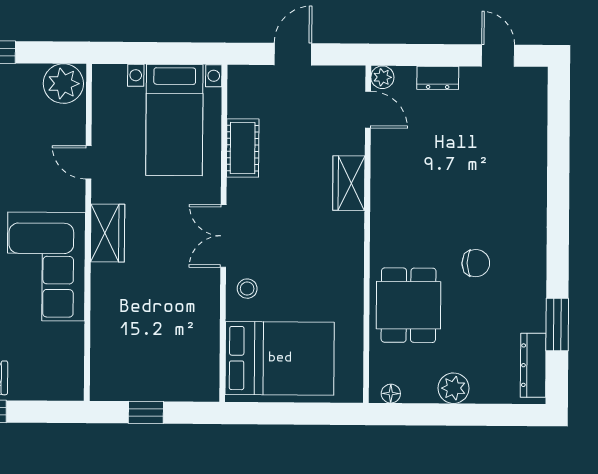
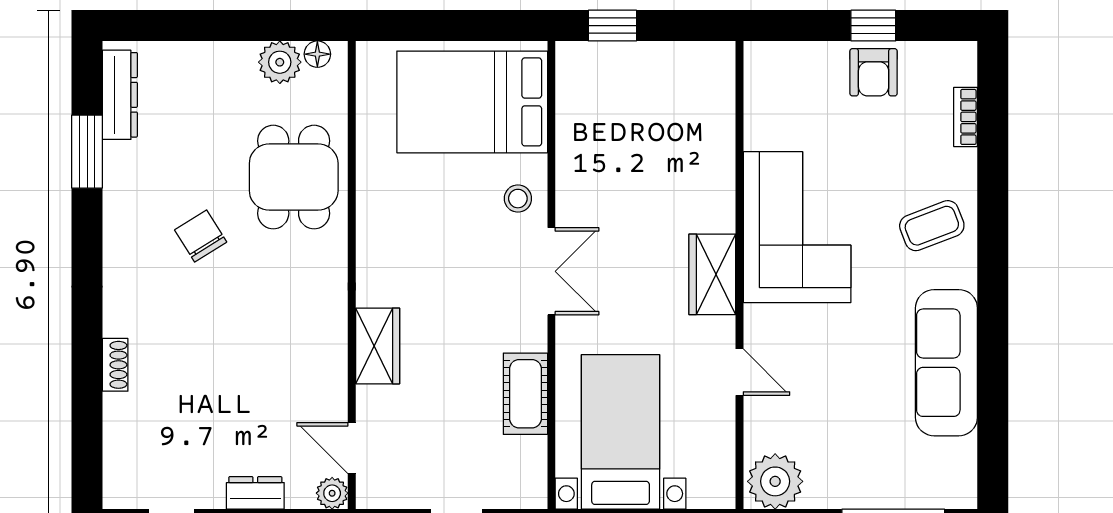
shoe rack: (538, 171) -> (115, 365), added
chair: (476, 263) -> (201, 236), turned 58
plant: (454, 388) -> (280, 62), moved
window: (146, 412) -> (612, 26), moved

